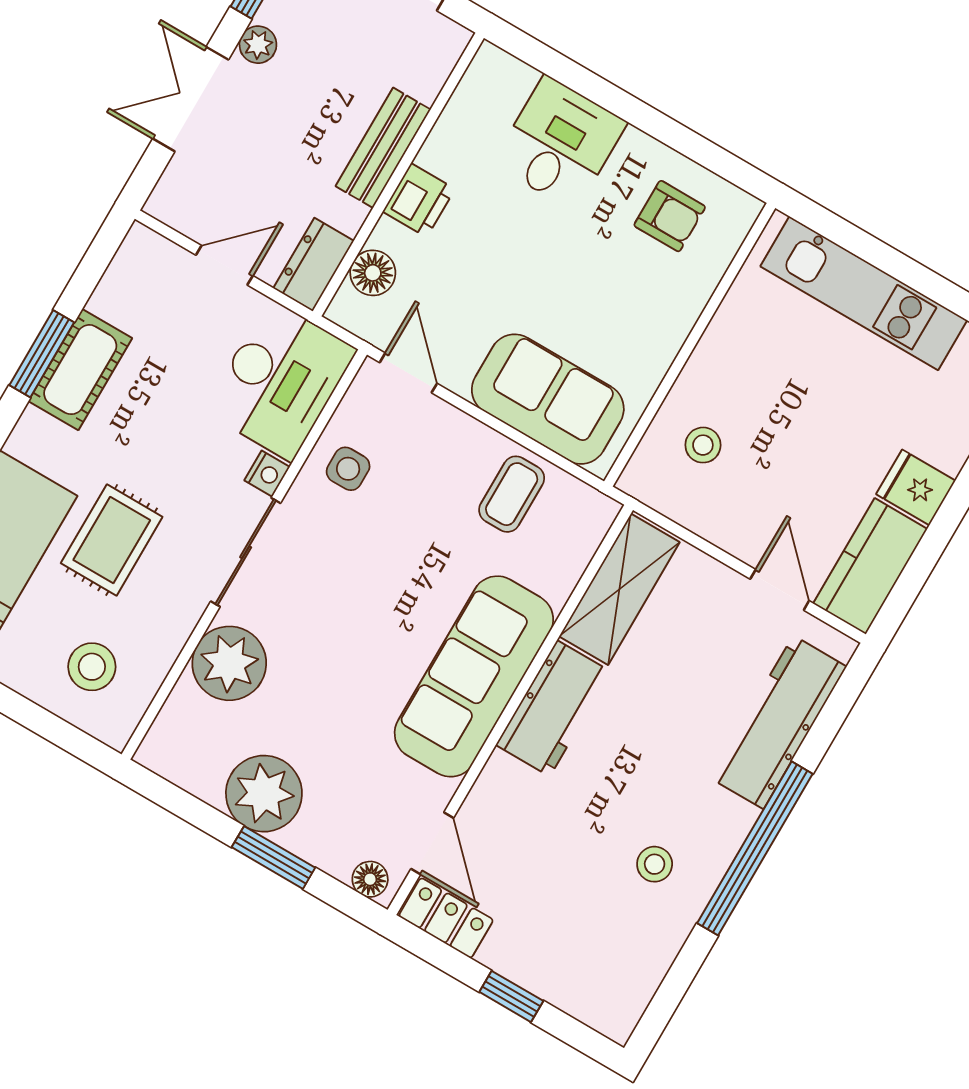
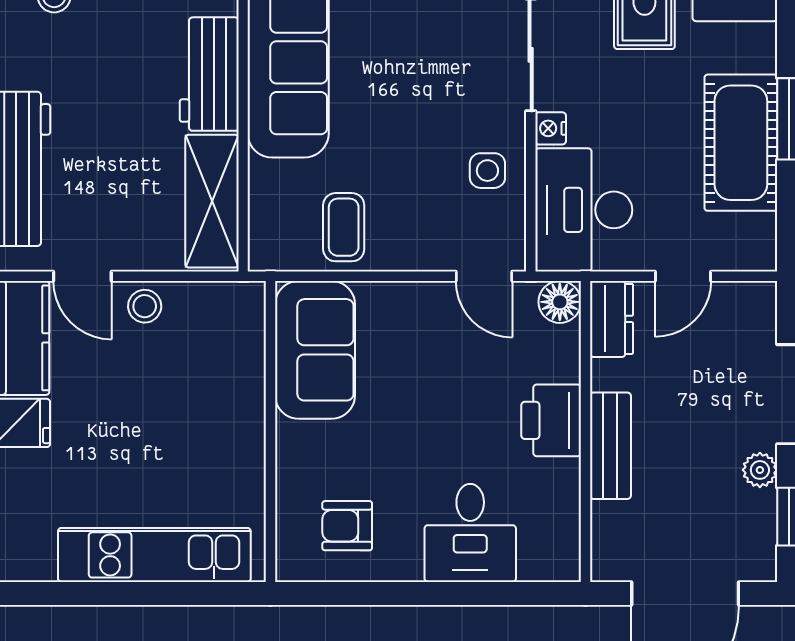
printer: (419, 200) -> (551, 420), width x1.36, depth x1.24
floor lamp: (373, 273) -> (560, 302), moved
cot: (80, 370) -> (741, 143), width x1.37, depth x1.34
sofa: (548, 399) -> (315, 350), moved, turned -90
stool: (703, 445) -> (145, 306), moved

